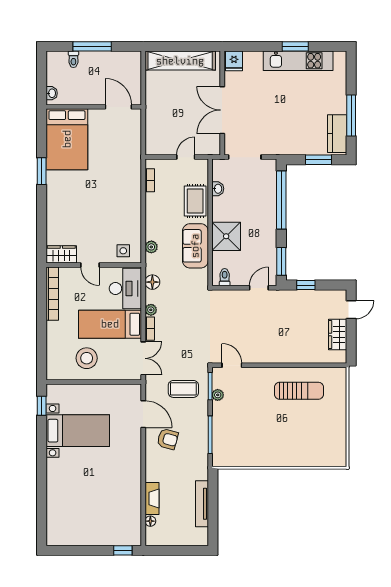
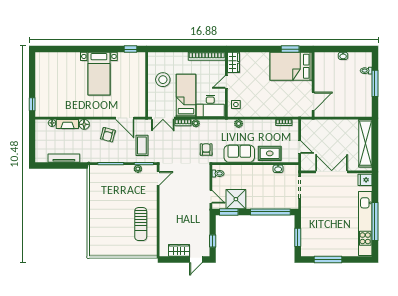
window: (295, 46) -> (375, 221), width x2.11
kitchen unit: (298, 61) -> (365, 223), width x1.36
wall: (94, 107) -> (313, 84), moved
door: (118, 107) -> (313, 101), moved
kitchen counter: (337, 134) -> (316, 250), removed
bed: (67, 139) -> (291, 66), moved
shower: (226, 236) -> (236, 199), moved
floor lamp: (152, 282) -> (84, 124), moved
window: (306, 285) -> (213, 241), moved
armchair: (189, 295) -> (206, 150), added
door: (351, 310) -> (196, 260), hinge flipped
door: (143, 414) -> (125, 118), hinge flipped
bed with nightstands: (78, 431) -> (99, 74), moved

